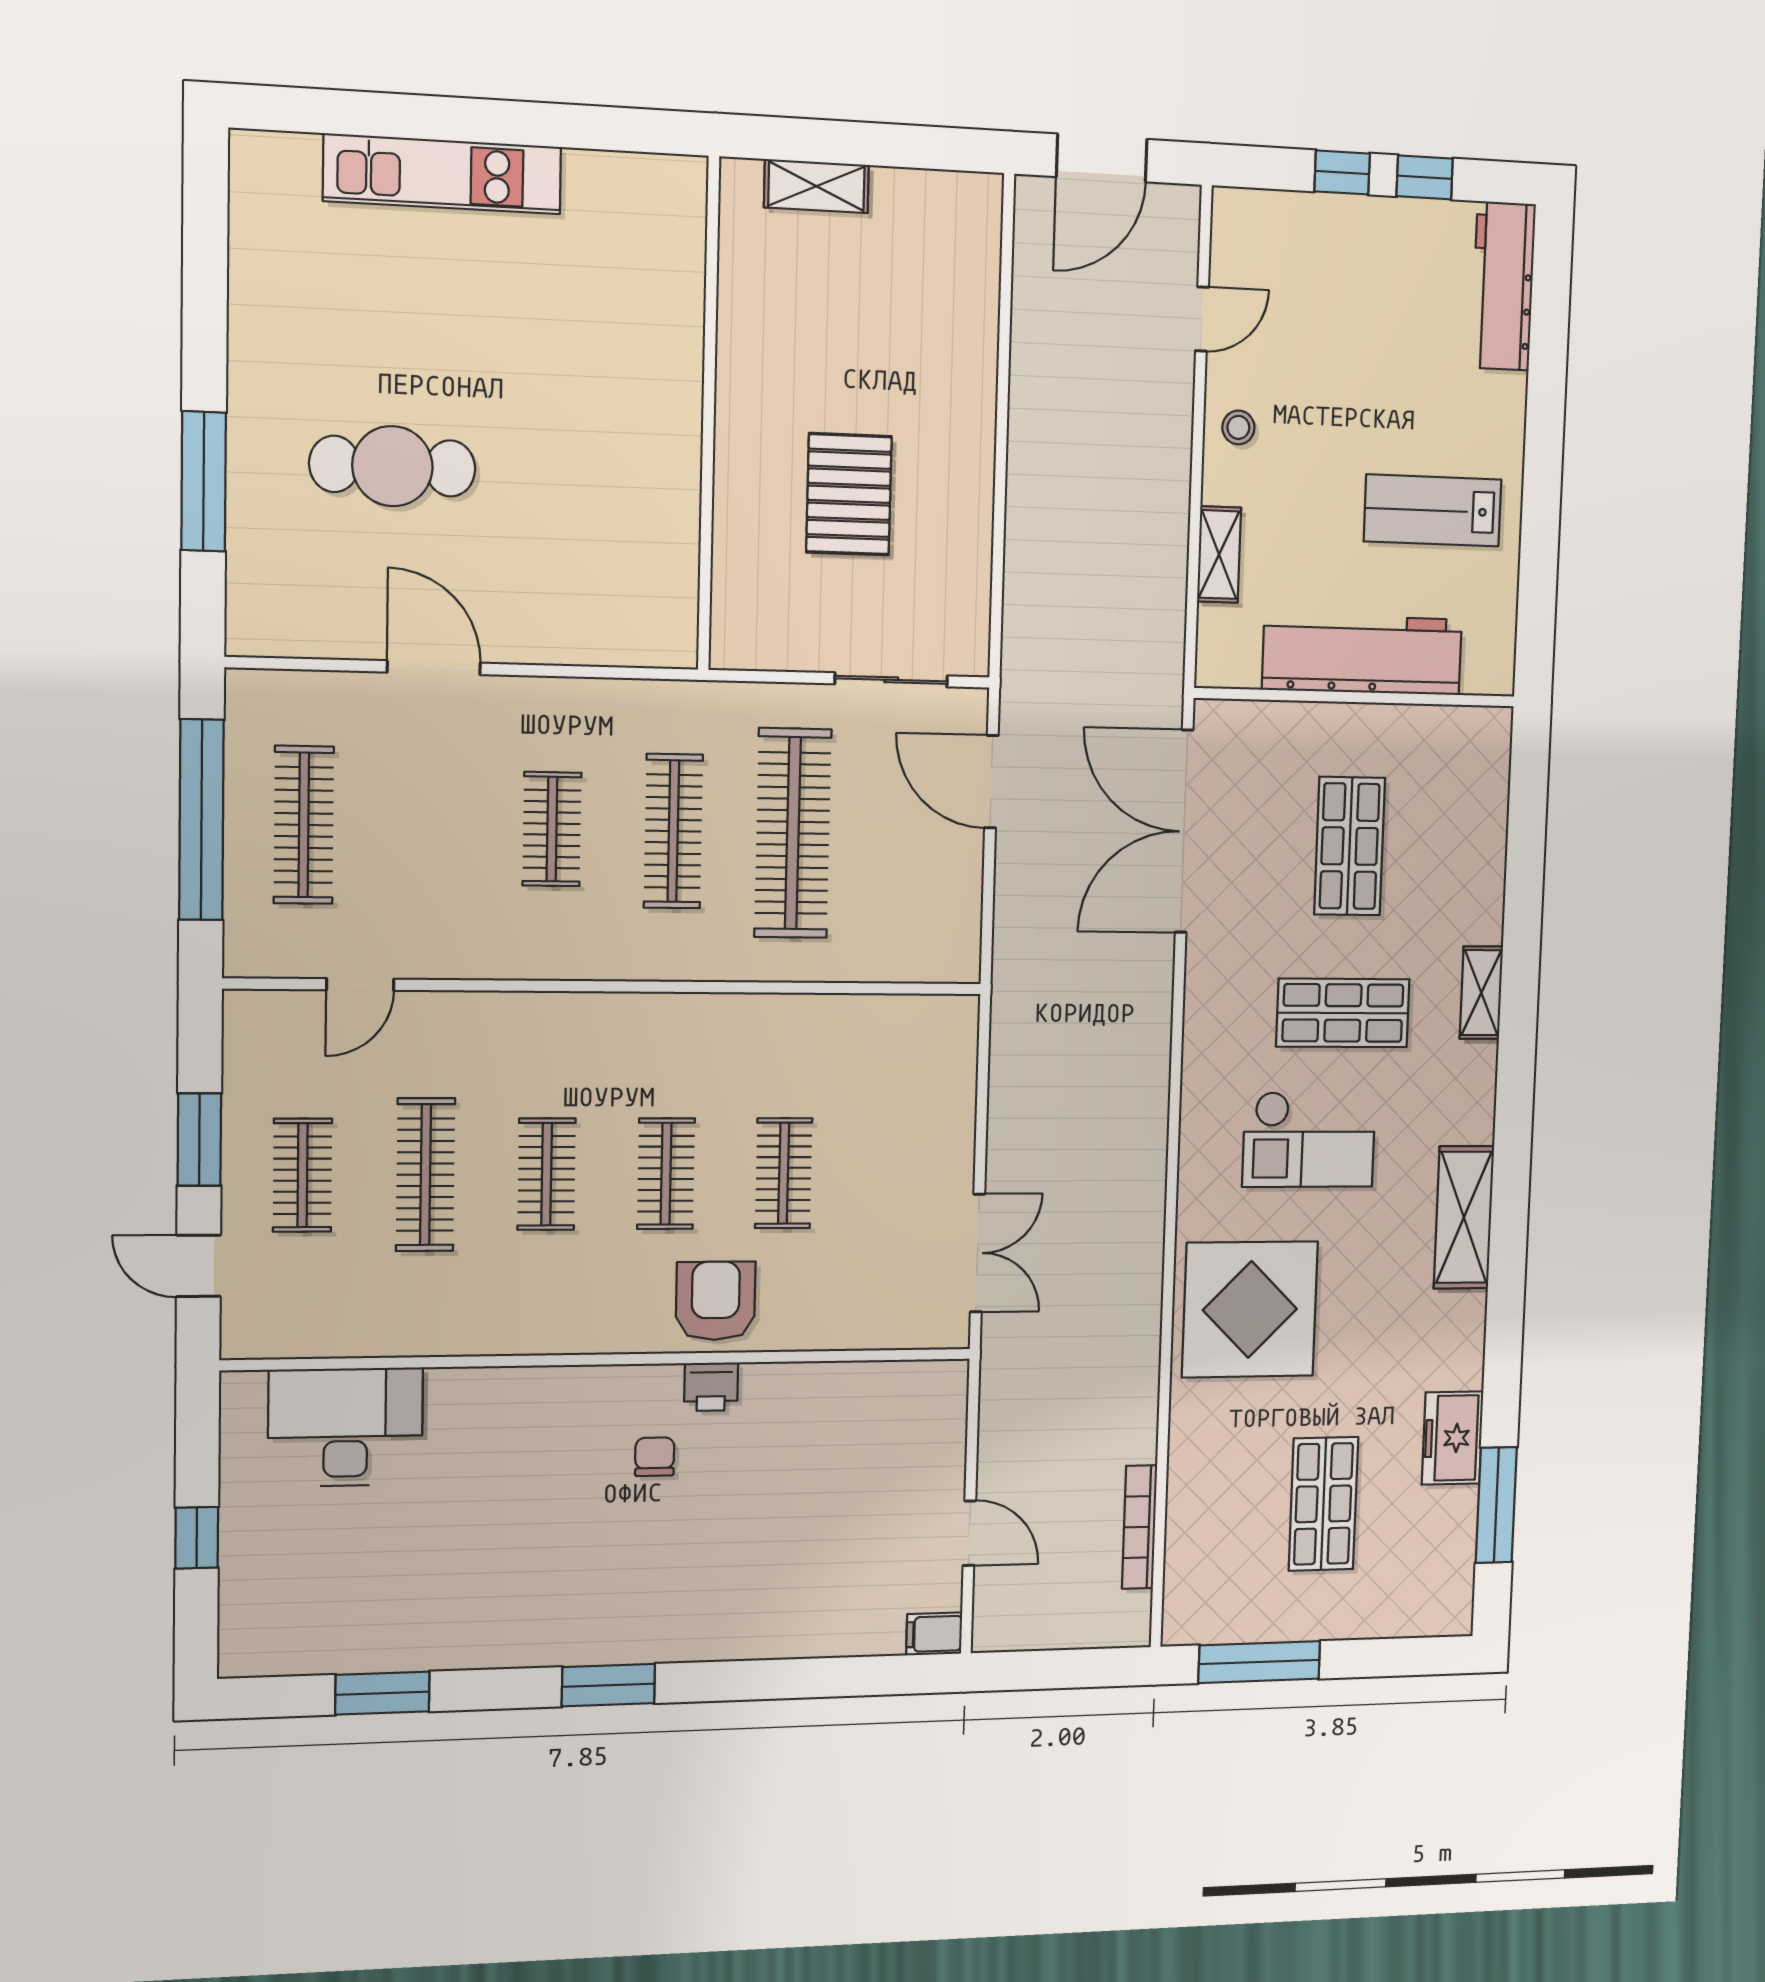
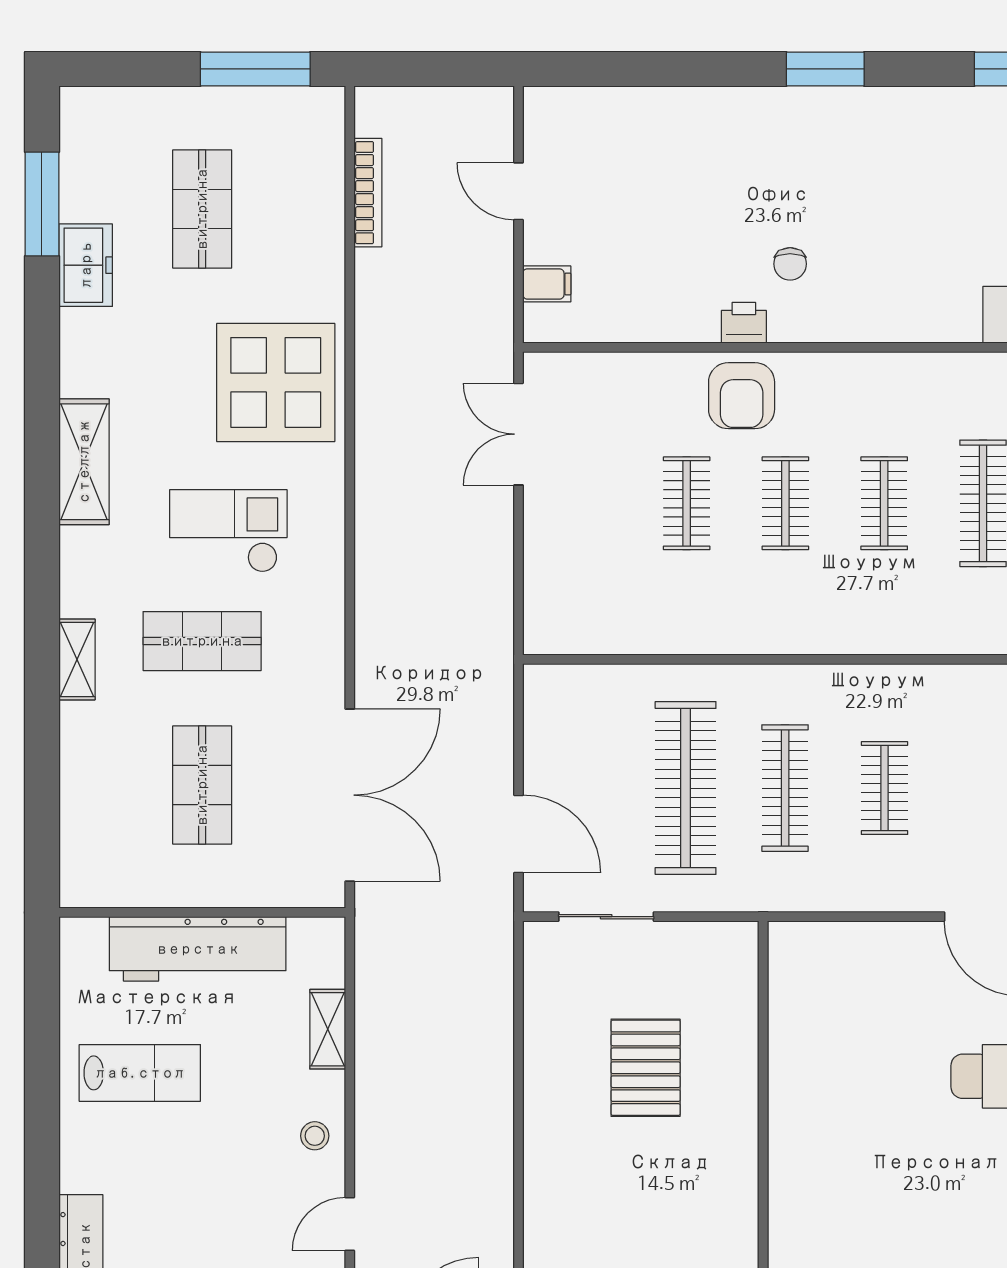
filing cabinet: (934, 1634) -> (547, 284), moved

